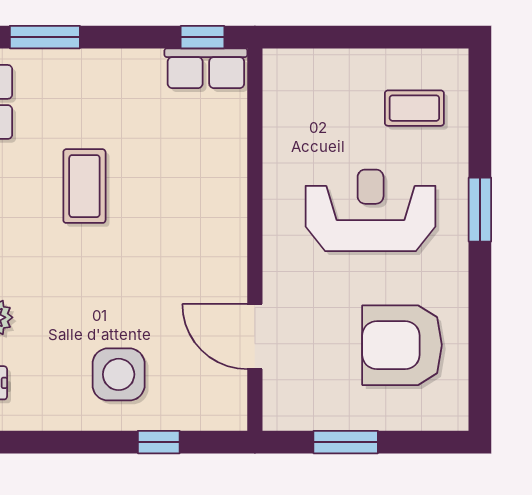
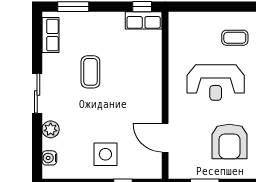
reception desk: (371, 210) -> (216, 82), turned 180
armchair: (402, 345) -> (229, 141), turned -90

